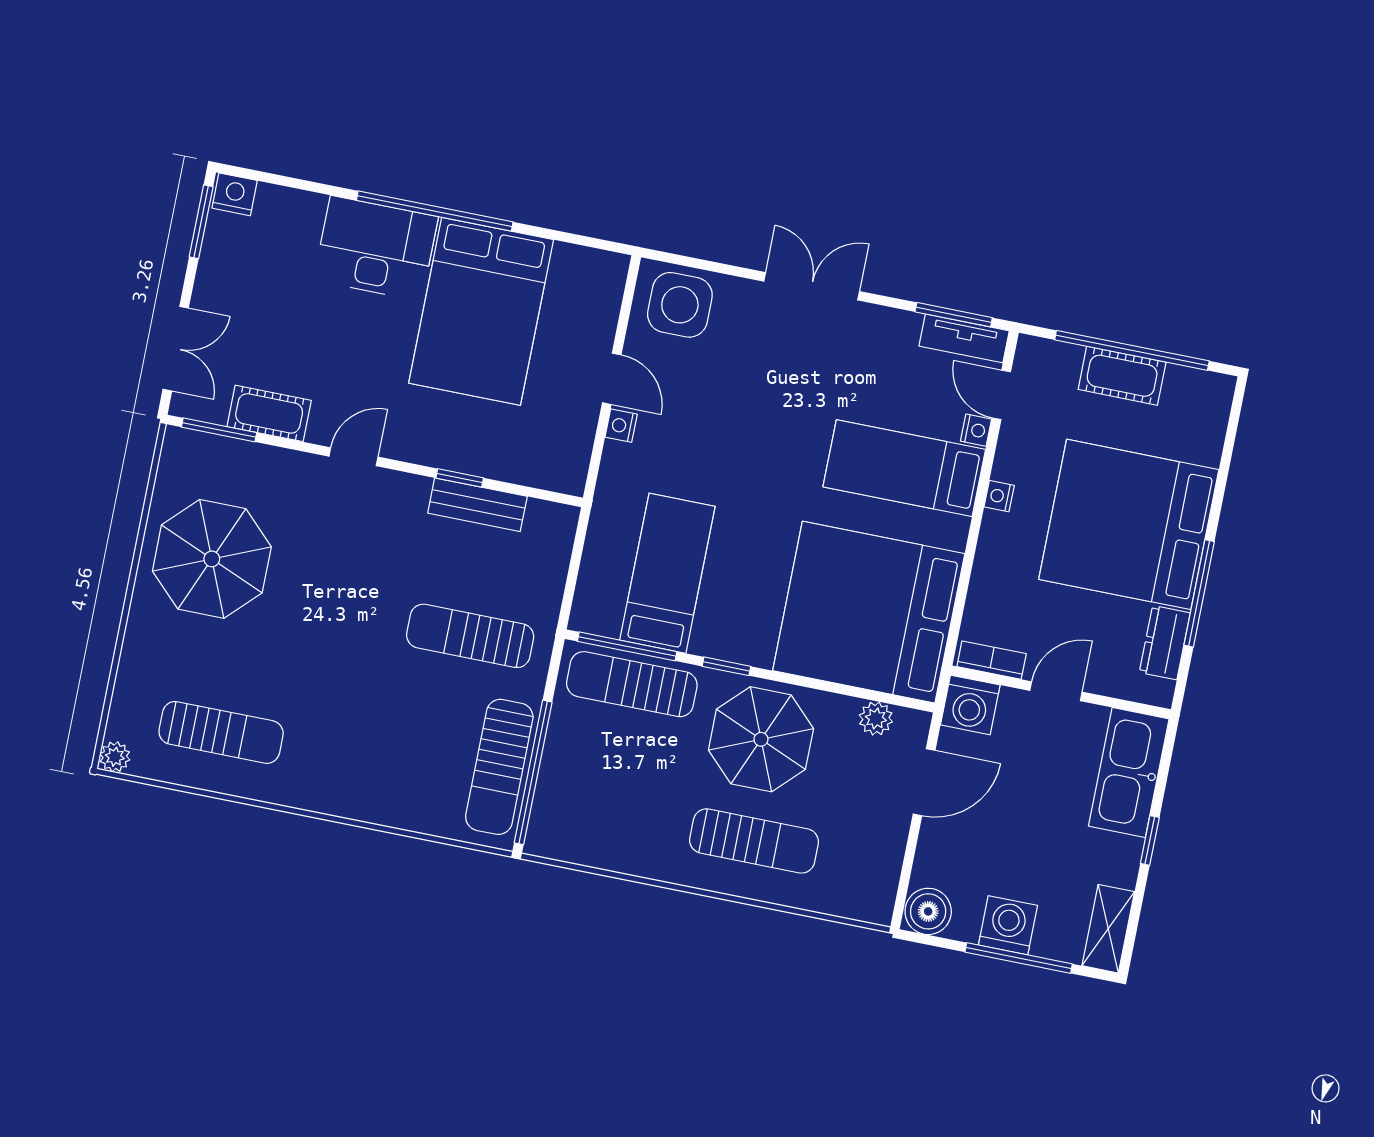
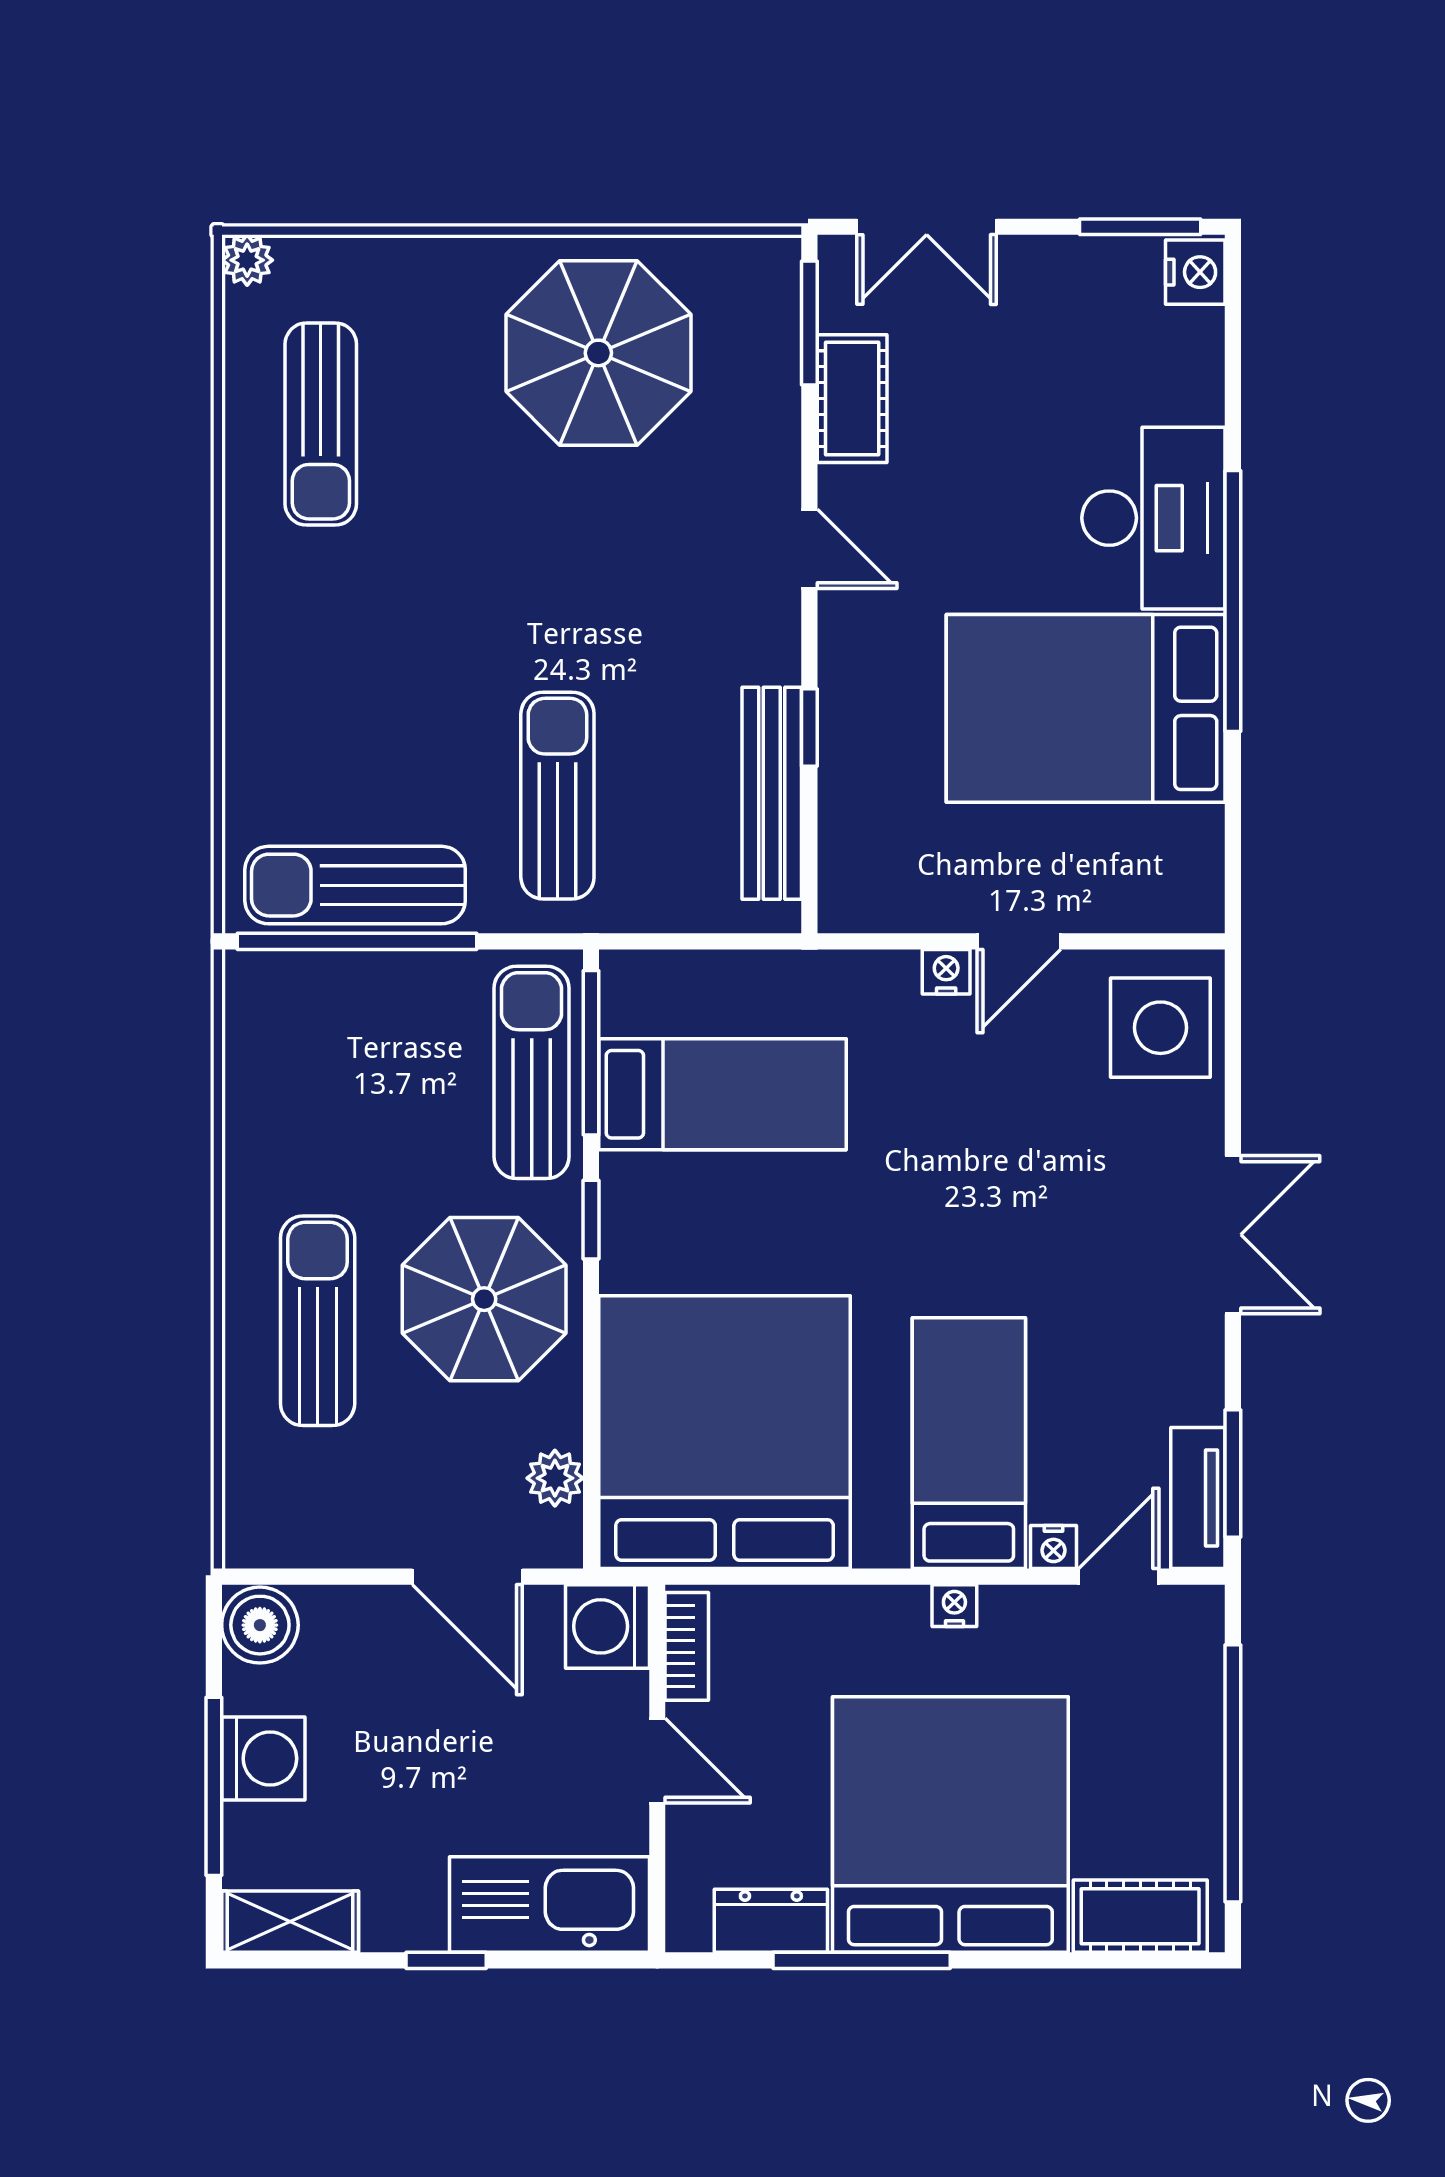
cot: (1122, 376) -> (1140, 1916), moved, turned 90
bench: (477, 505) -> (772, 793), width x1.36
sun lounger: (754, 841) -> (318, 1321), turned 180

